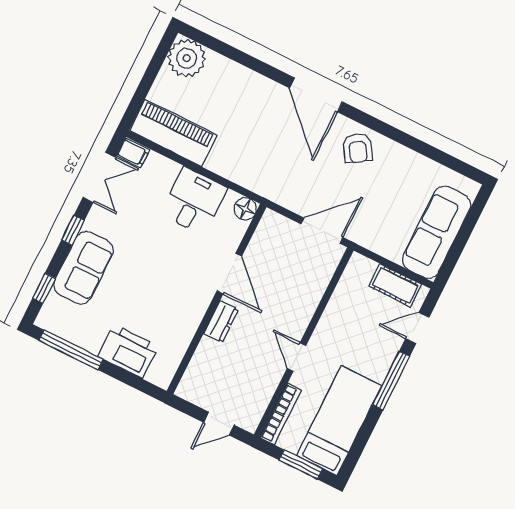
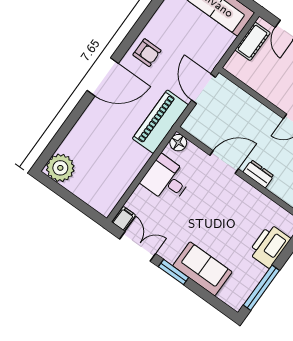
piano: (173, 133) -> (160, 122), moved
armchair: (358, 148) -> (147, 53), turned 33
window: (73, 230) -> (174, 272), width x1.50
window: (44, 288) -> (213, 300), removed

